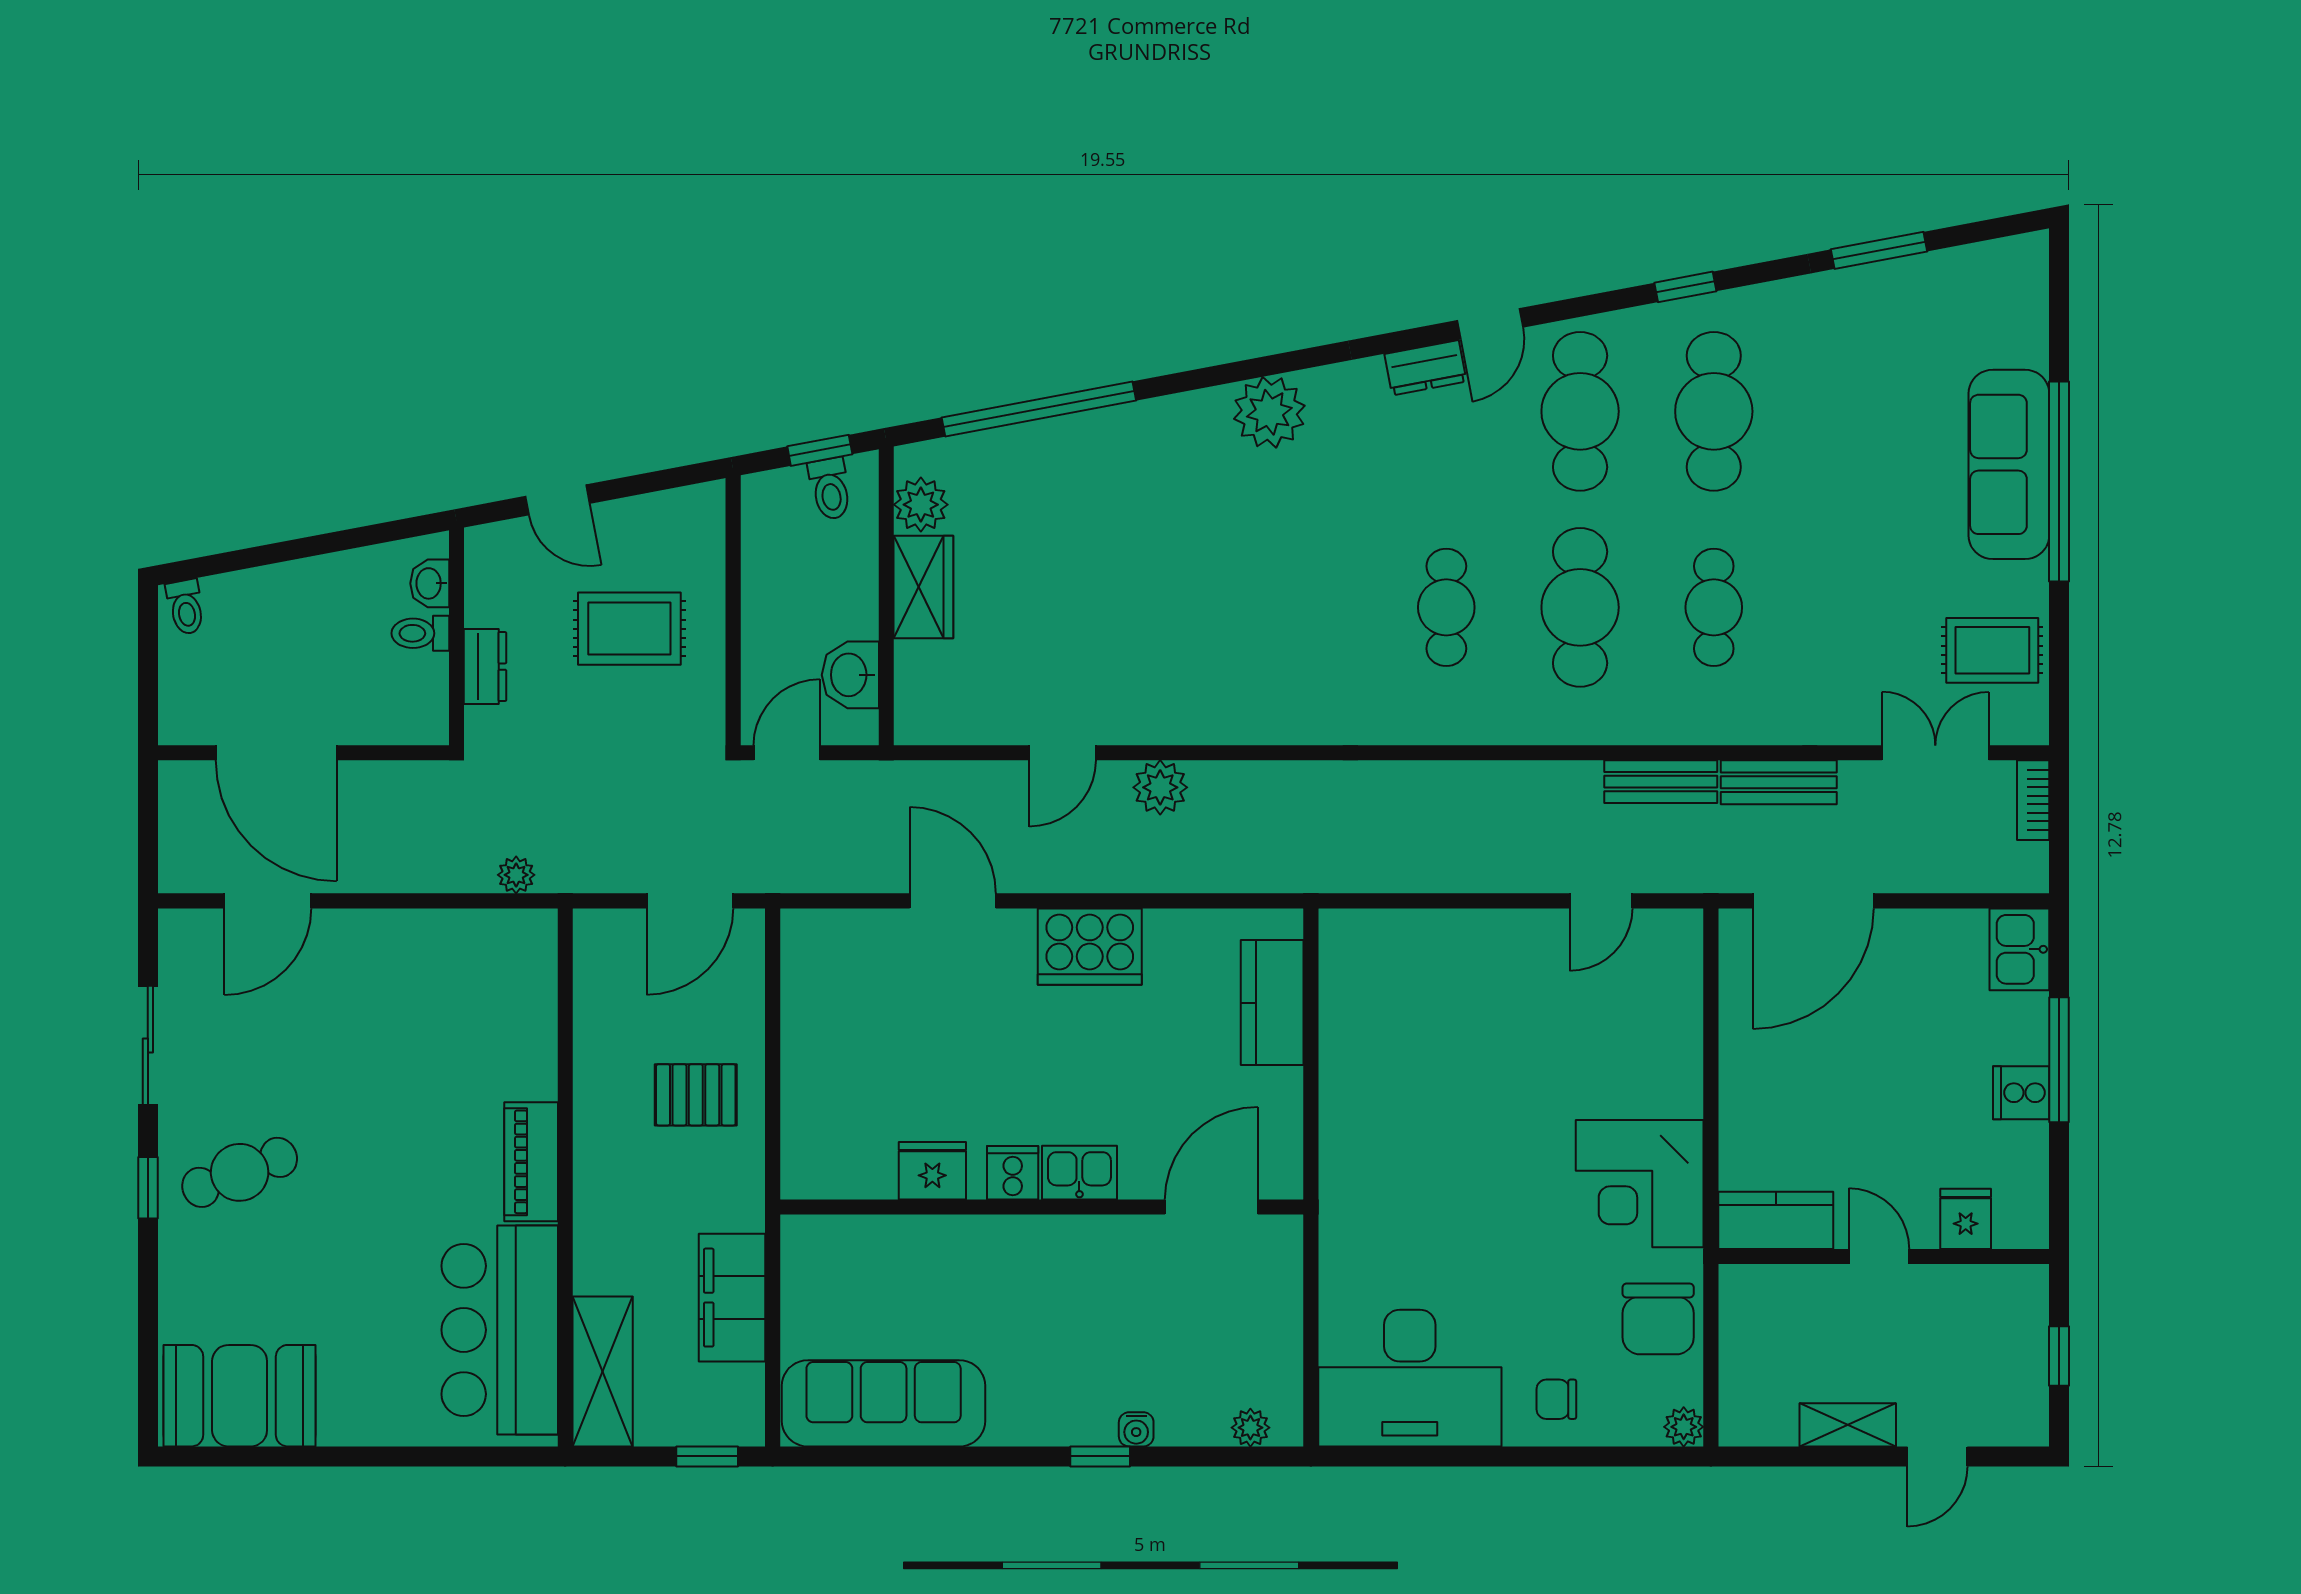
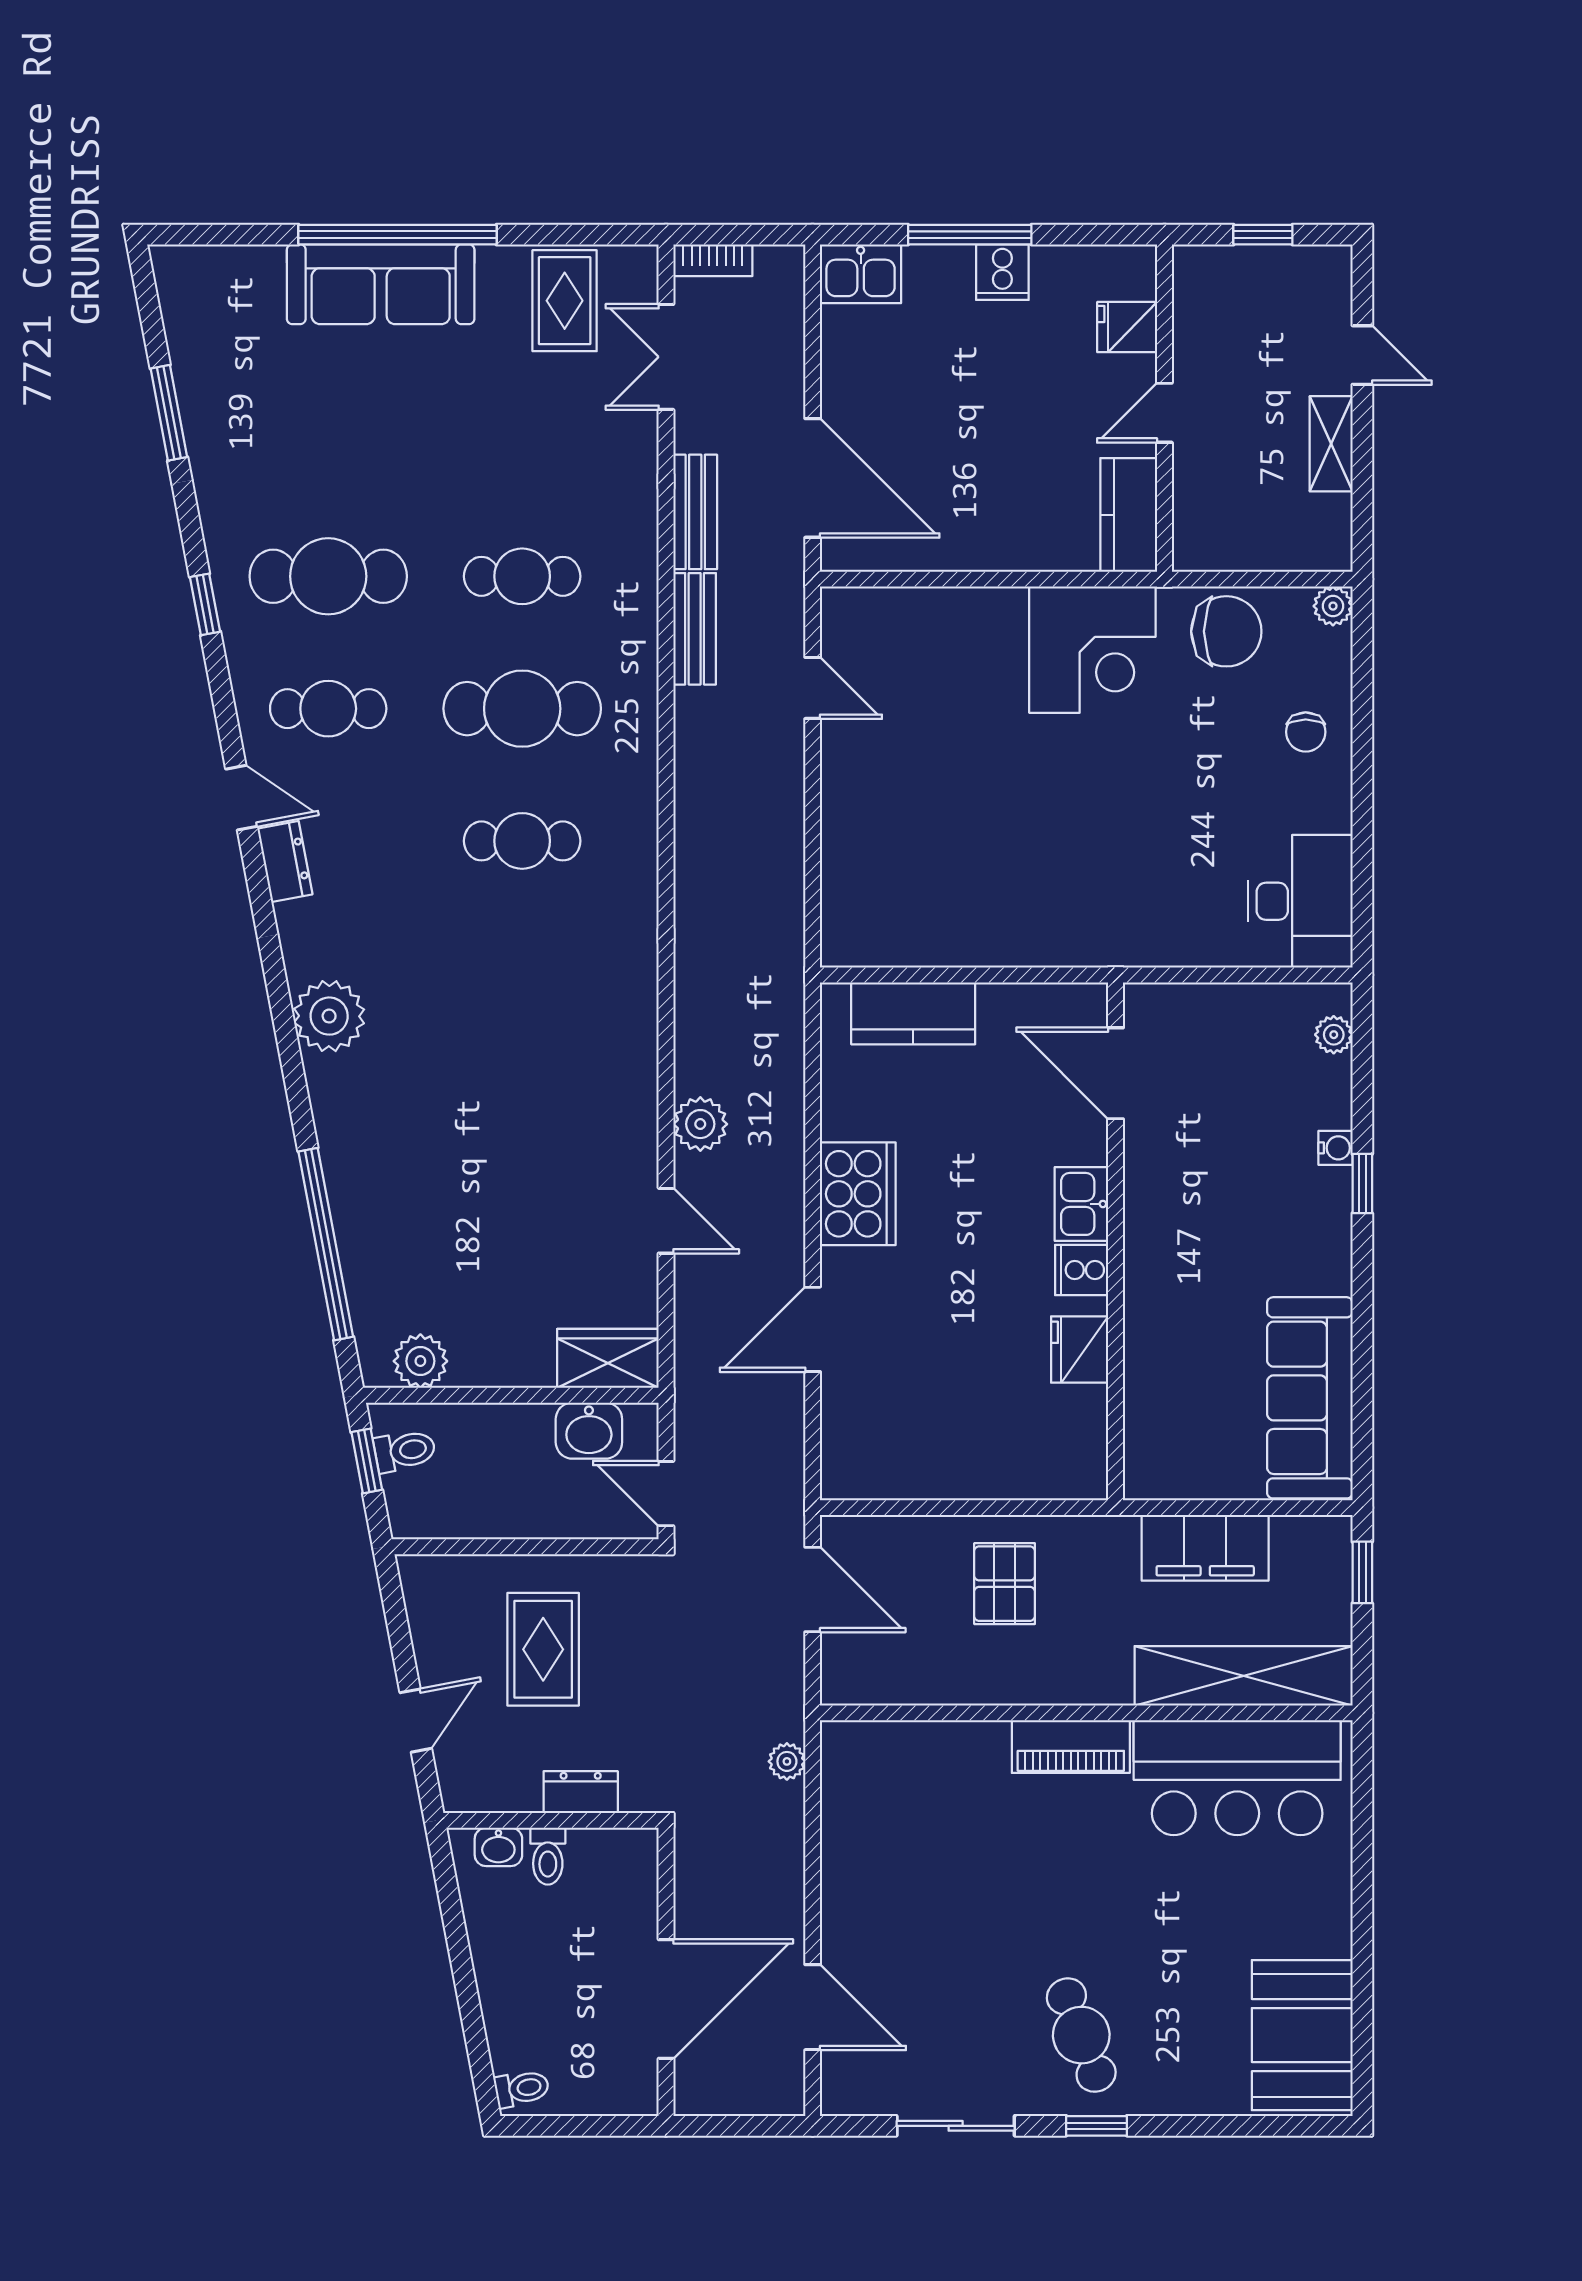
cafe table: (1580, 411) -> (328, 709), width x0.73, depth x0.74
wardrobe: (923, 587) -> (608, 1358), moved
shelving: (603, 1371) -> (1244, 1676), width x1.47
desk: (1410, 1378) -> (1300, 901), width x0.73, depth x0.77

